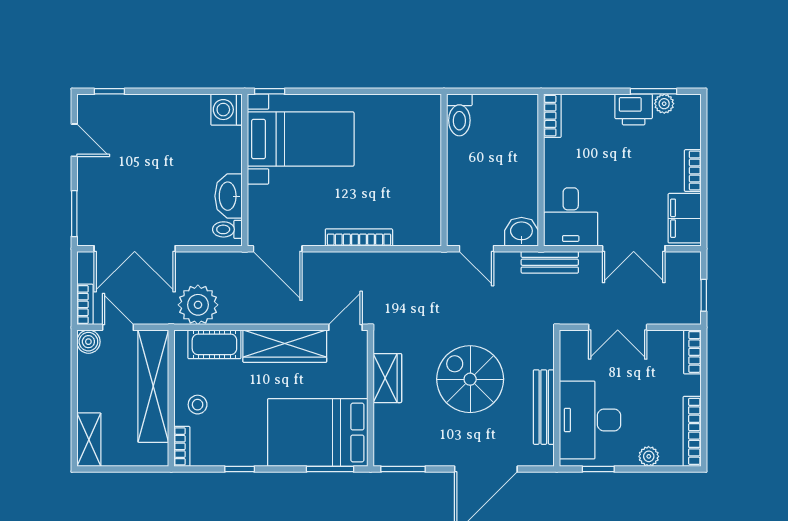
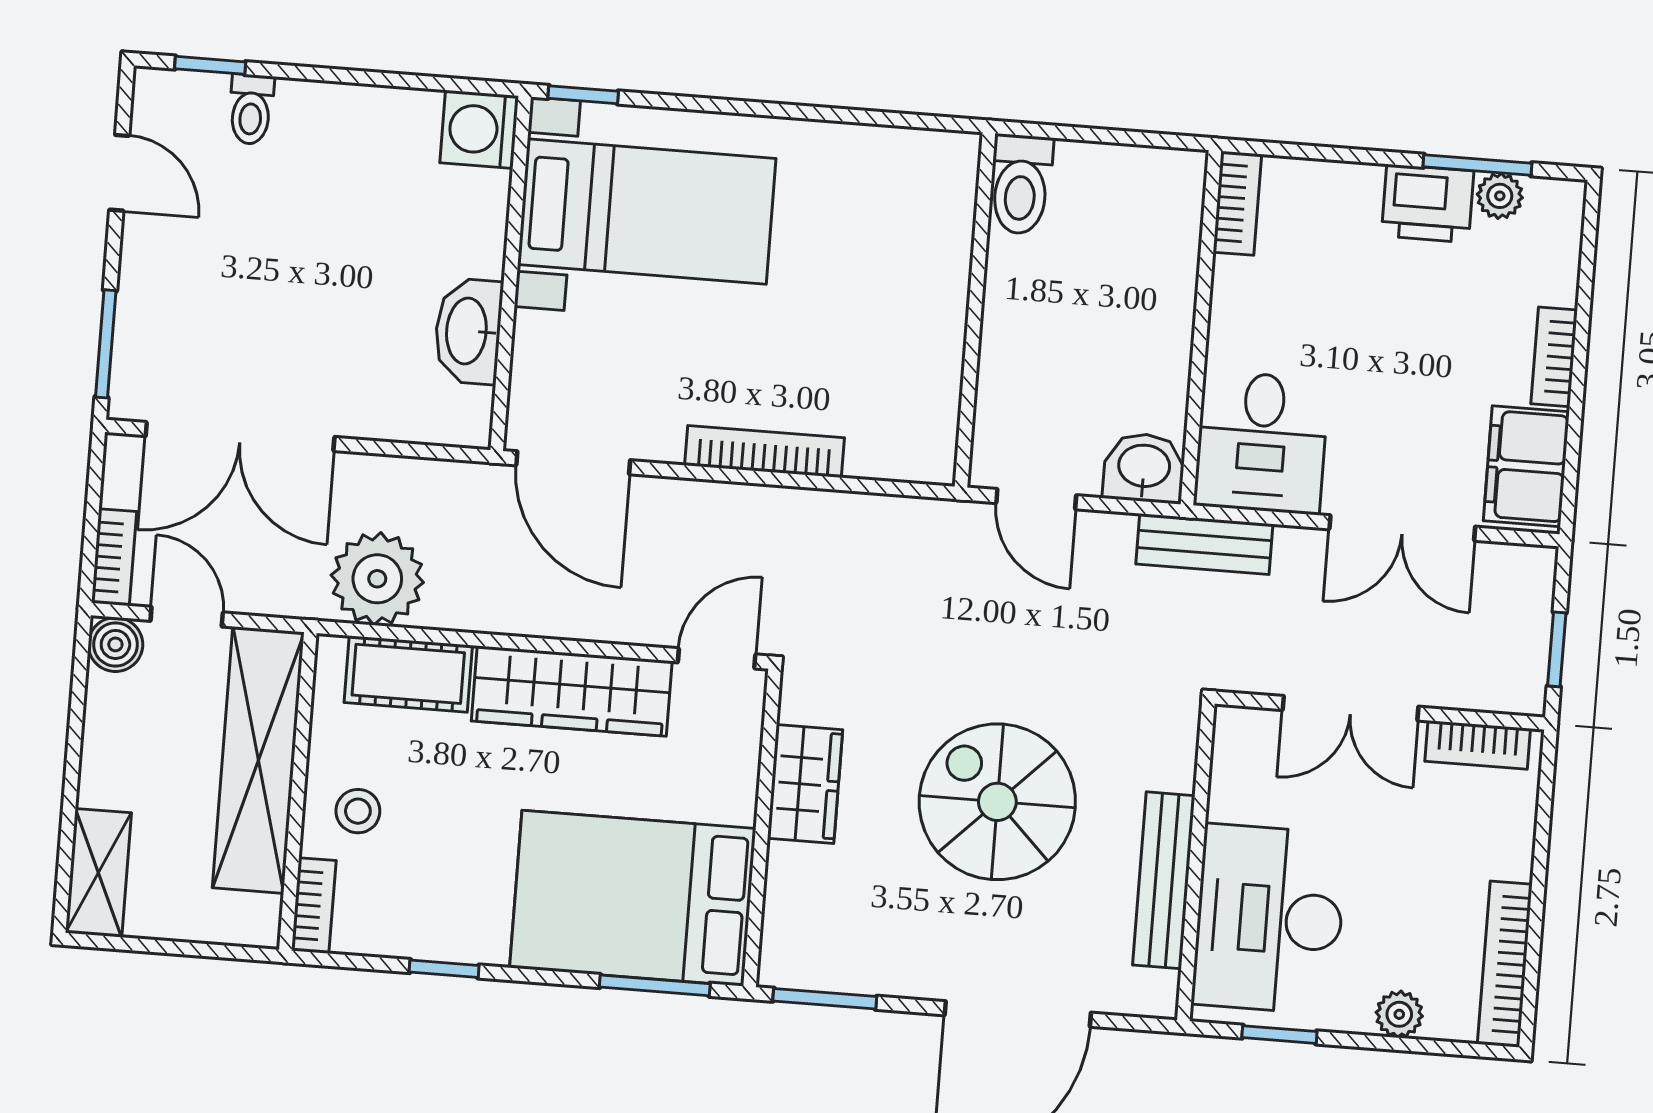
toilet: (227, 229) -> (251, 109), moved, turned -90
bookcase: (692, 352) -> (1478, 745), moved, turned -90

